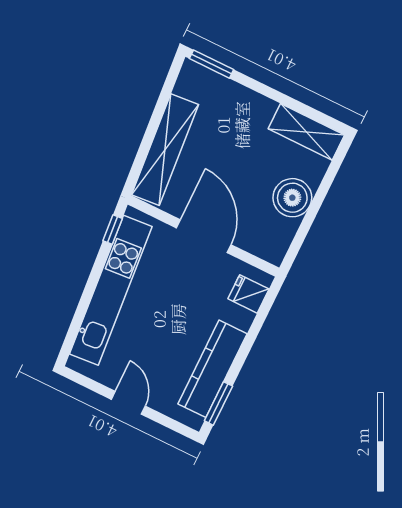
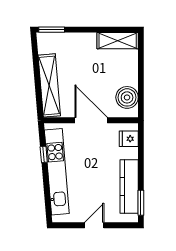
boiler: (292, 198) -> (127, 97), moved
window: (113, 230) -> (44, 154), moved
door: (128, 403) -> (94, 225), hinge flipped

